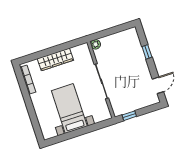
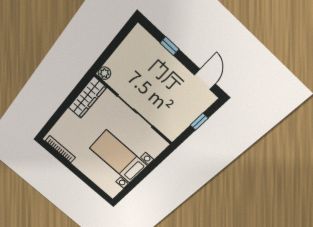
wardrobe: (55, 59) -> (87, 98), moved
window: (129, 116) -> (199, 122), moved

